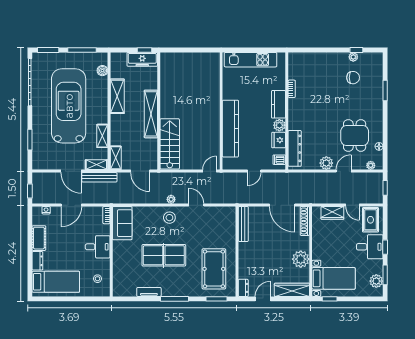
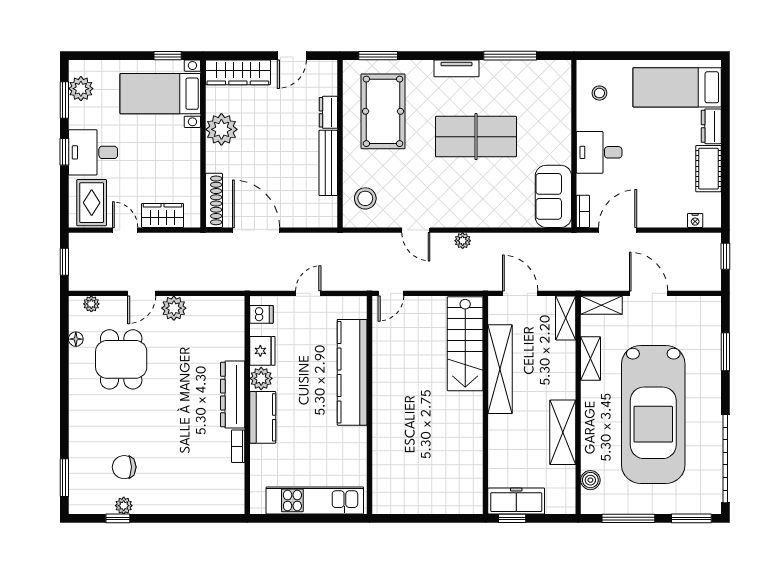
window: (385, 91) -> (64, 478), moved
shelving: (151, 114) -> (500, 369), moved
dresser: (295, 148) -> (233, 395), moved
bench: (99, 177) -> (596, 282), removed
door: (71, 205) -> (618, 230), moved
stool: (169, 218) -> (365, 198), moved
bench: (243, 224) -> (328, 163), moved
dresser: (243, 288) -> (328, 112), moved
tv unit: (149, 292) -> (457, 68), moved
window: (175, 299) -> (510, 56), moved

